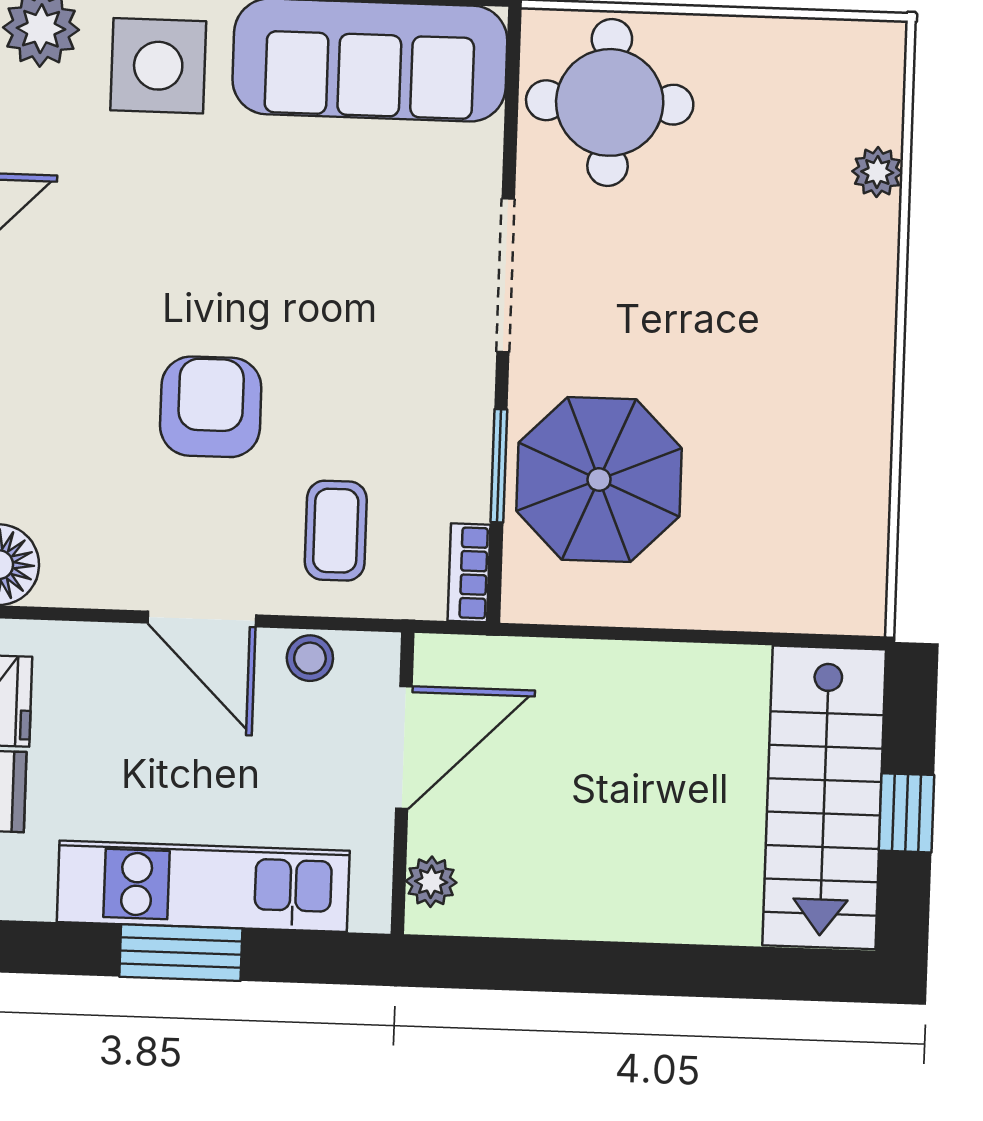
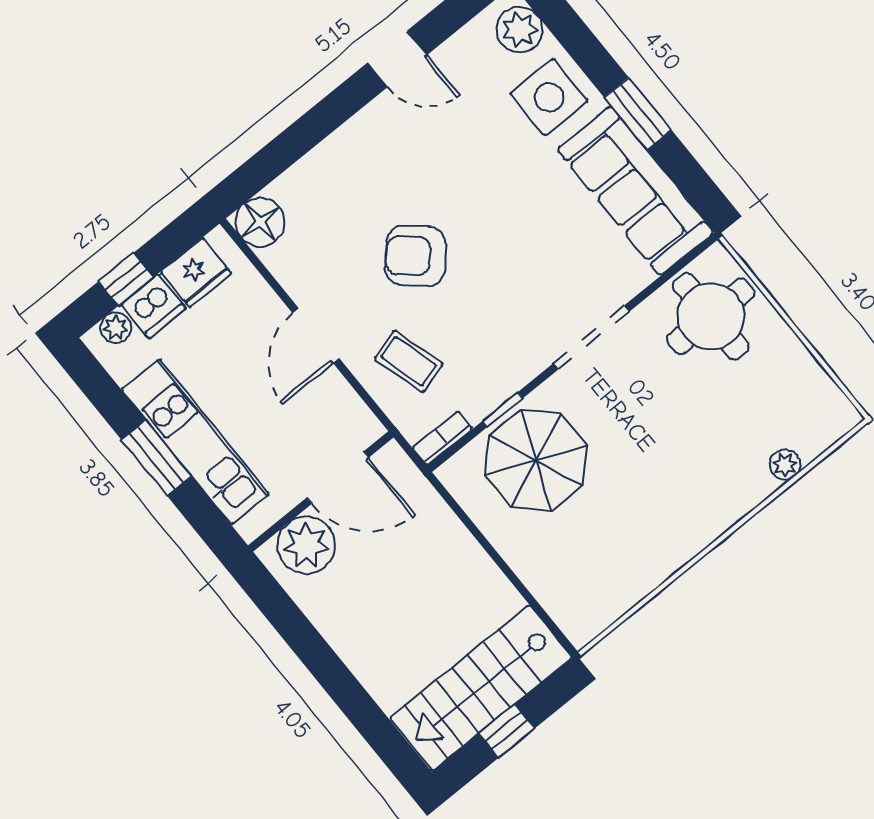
armchair: (211, 407) -> (415, 256), turned -139
window: (499, 466) -> (503, 410), width x0.67
coffee table: (336, 531) -> (409, 361), turned 74
stool: (310, 658) -> (341, 400), removed
plant: (431, 882) -> (306, 545), width x1.88, depth x1.88

